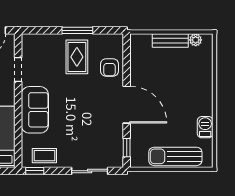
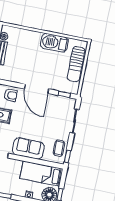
door: (127, 105) -> (37, 89), swing flipped
barbecue: (205, 127) -> (54, 43), width x1.88, depth x1.53

